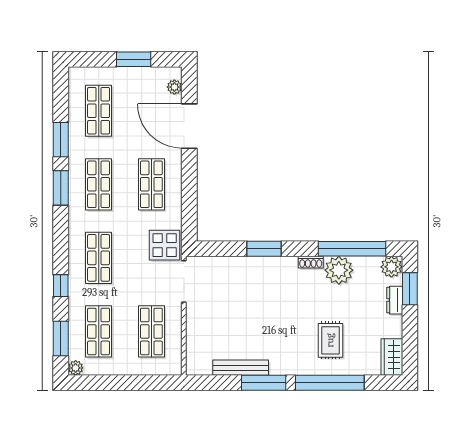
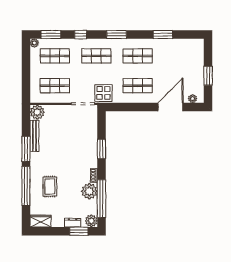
shop shelf: (99, 111) -> (179, 56), removed
window: (61, 188) -> (117, 35), moved
rug: (330, 340) -> (50, 187), turned 90
plant: (199, 363) -> (37, 112), added

